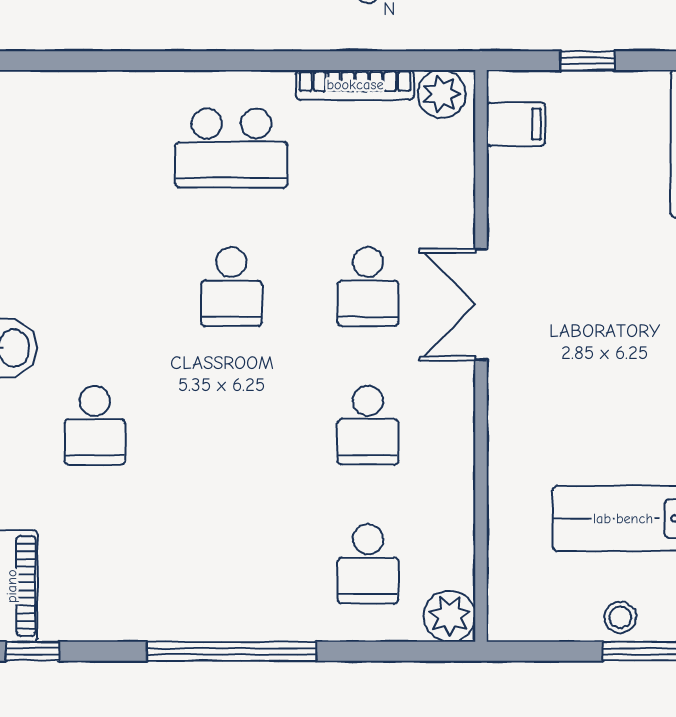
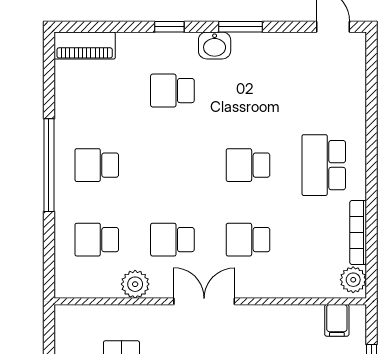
double door: (481, 305) -> (204, 301), moved
school desk: (231, 564) -> (97, 165), added
plant: (450, 616) -> (135, 284), moved
window: (32, 651) -> (49, 56), removed

